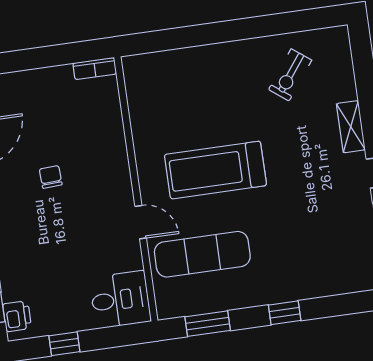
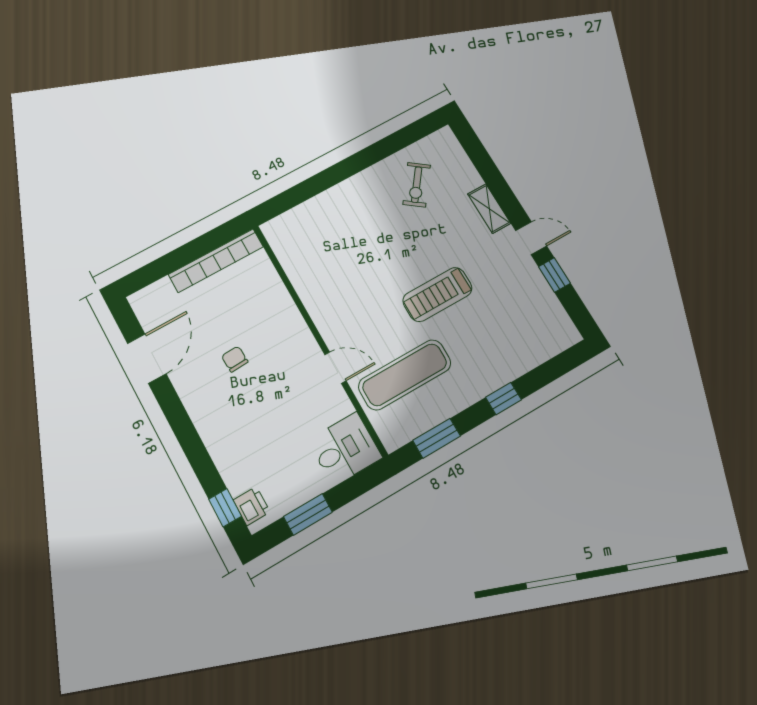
bookcase: (95, 68) -> (216, 261), width x2.31, depth x1.31
treadmill: (215, 170) -> (437, 294), moved, width x0.73, depth x0.73
window: (64, 344) -> (308, 514), width x1.50

